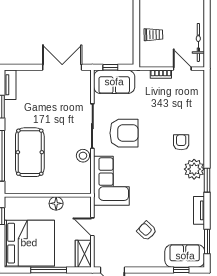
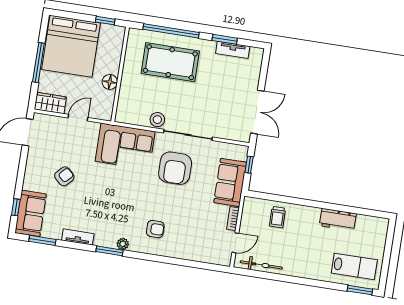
sofa: (114, 82) -> (230, 182), moved
tv unit: (10, 85) -> (233, 50), moved
plant: (194, 169) -> (123, 244), width x0.53, depth x0.53

